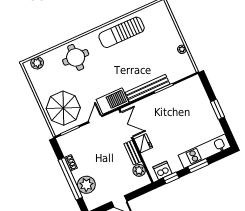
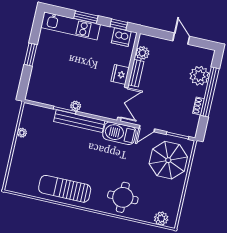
sun lounger: (122, 32) -> (65, 189), turned 180
plant: (158, 97) -> (76, 106), added
double door: (126, 125) -> (123, 103), swing flipped

